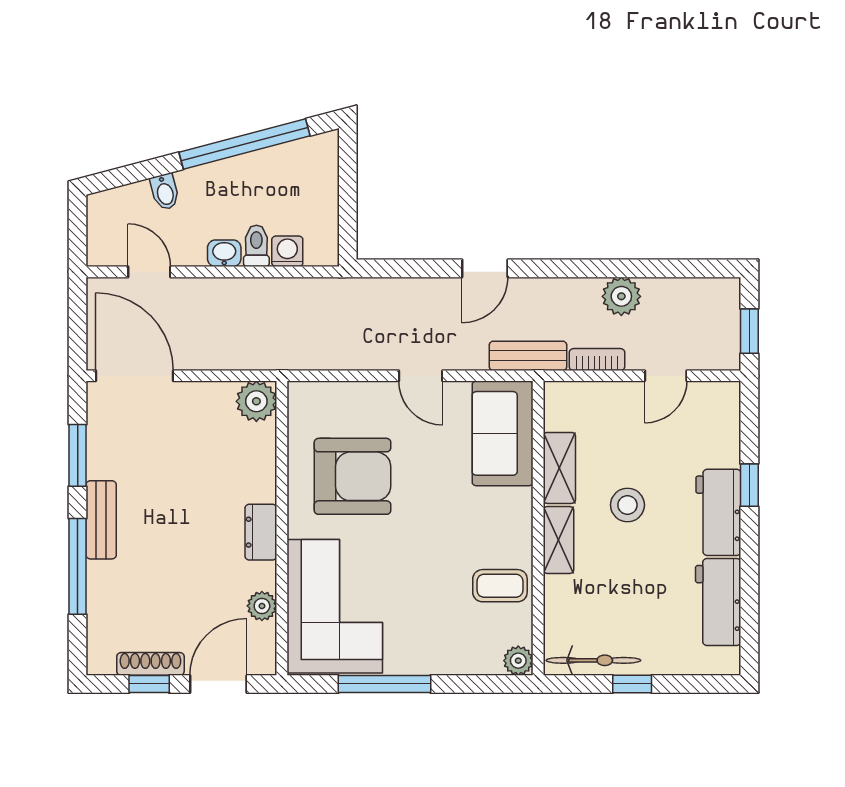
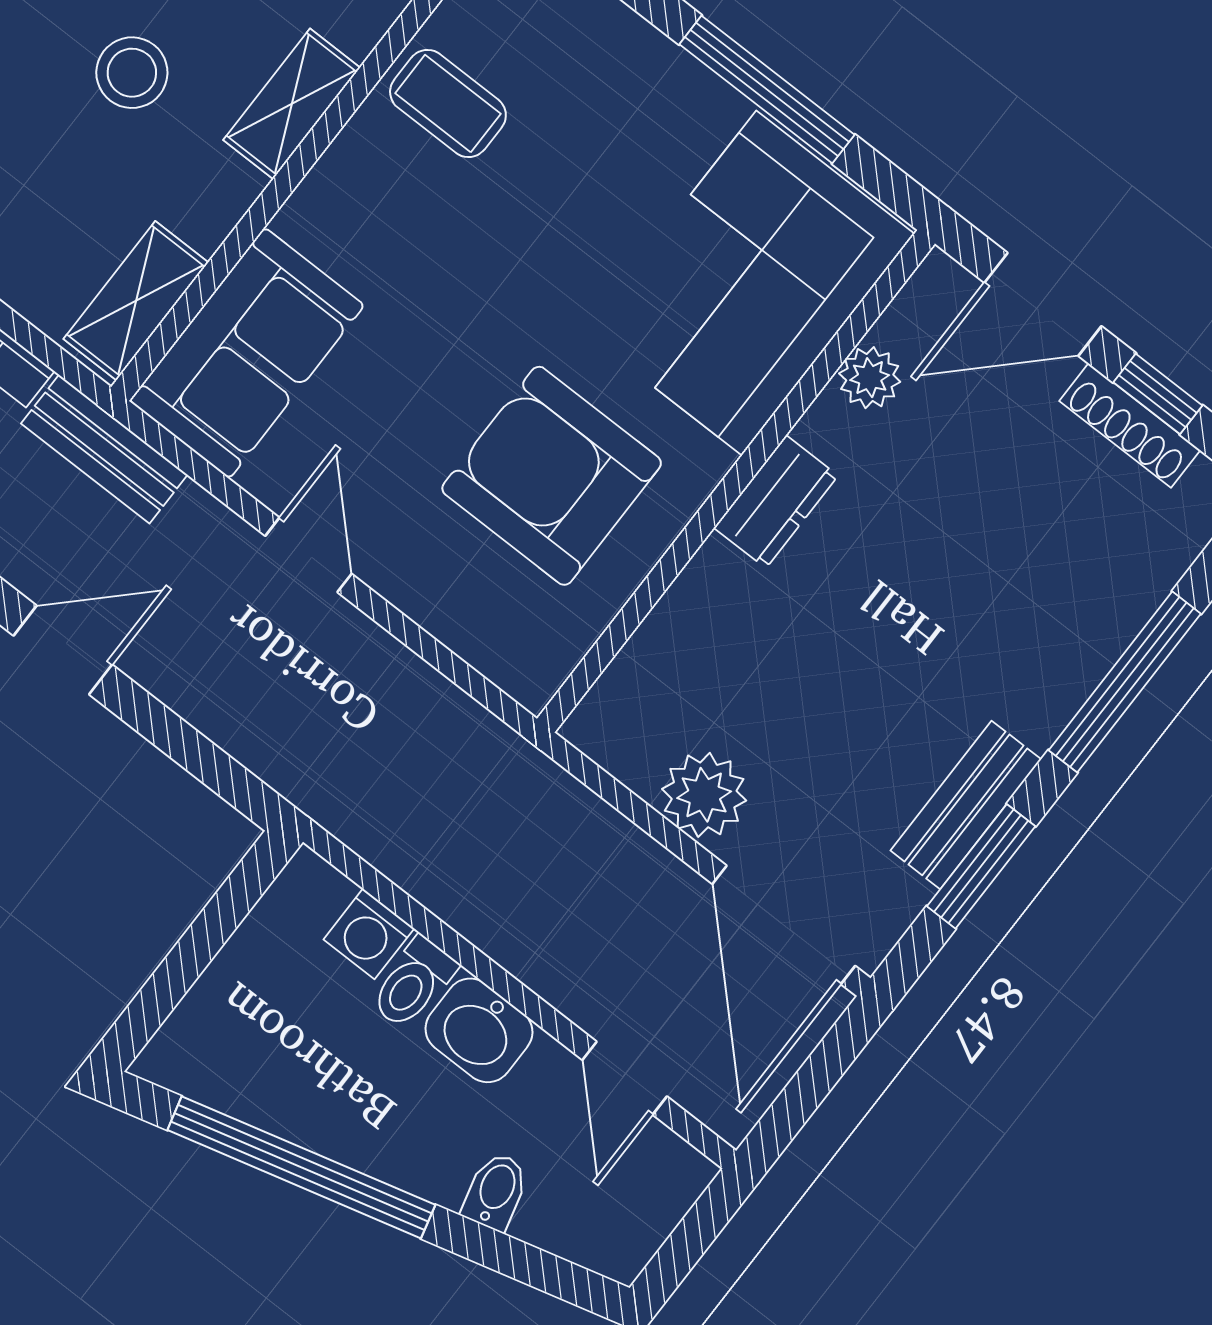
washbasin: (224, 253) -> (479, 1030), width x1.38, depth x1.45
plant: (256, 401) -> (704, 795), moved
shelving: (559, 468) -> (136, 301), moved
bench: (101, 520) -> (966, 805), moved

